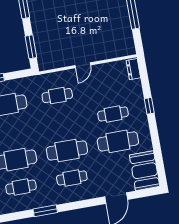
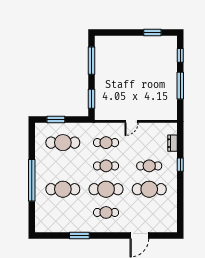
dresser: (133, 69) -> (172, 143), moved
booth: (145, 171) -> (167, 217), removed
cafe table: (21, 187) -> (106, 166), moved

